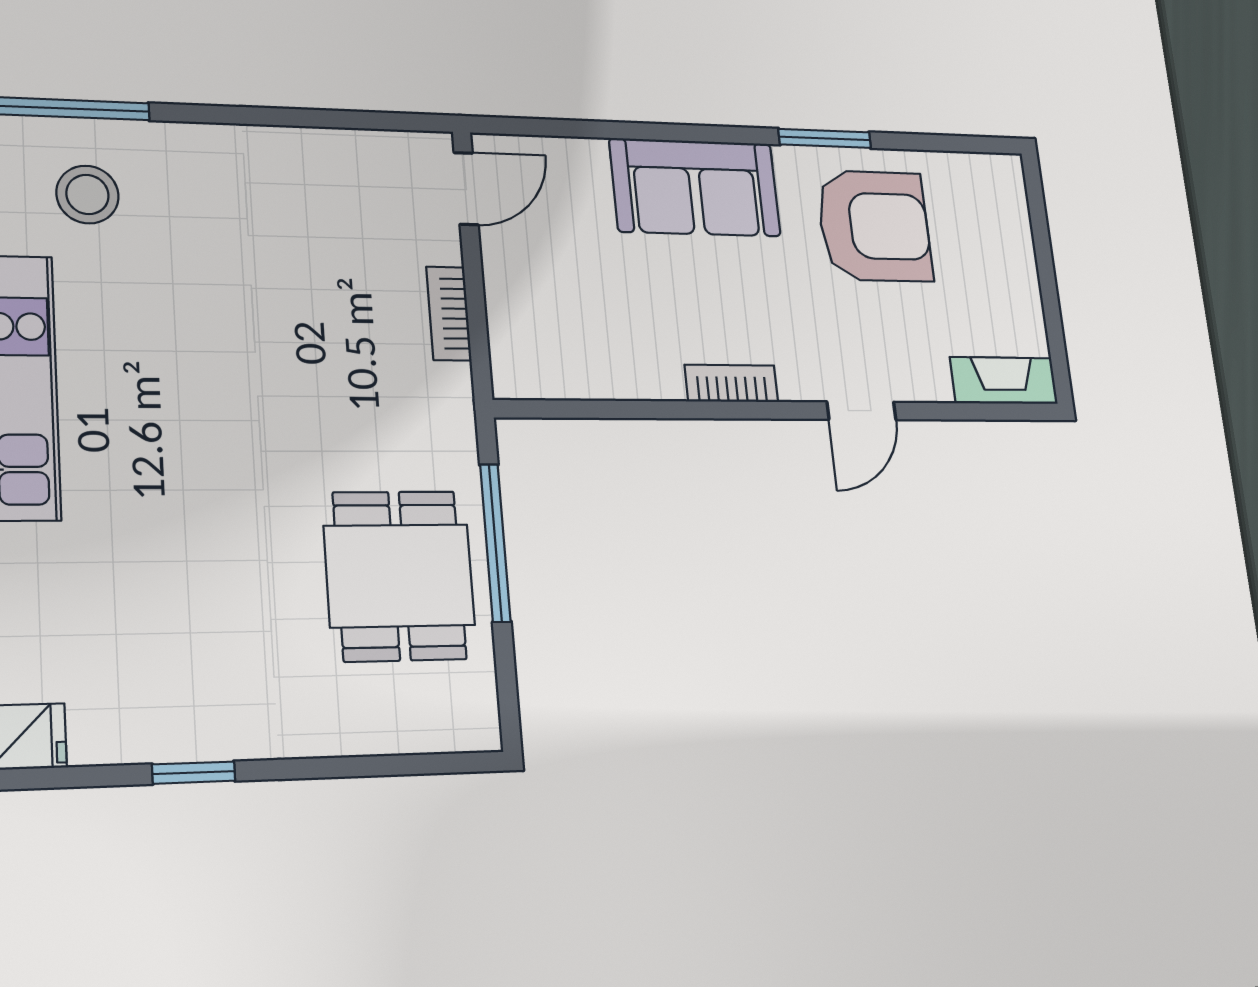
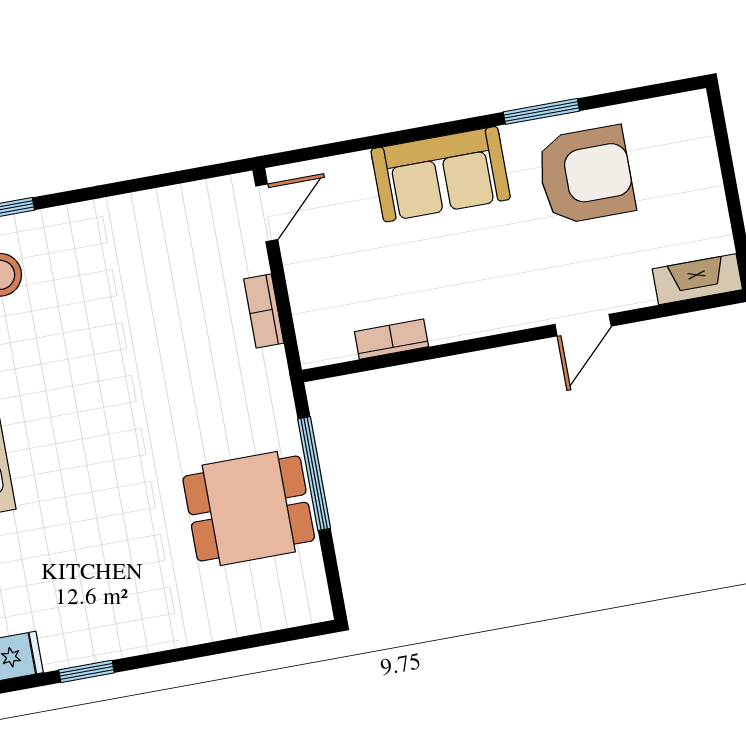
bookcase: (731, 383) -> (392, 339), moved
dining table: (399, 576) -> (249, 508), turned 90
window: (194, 773) -> (87, 671), moved

